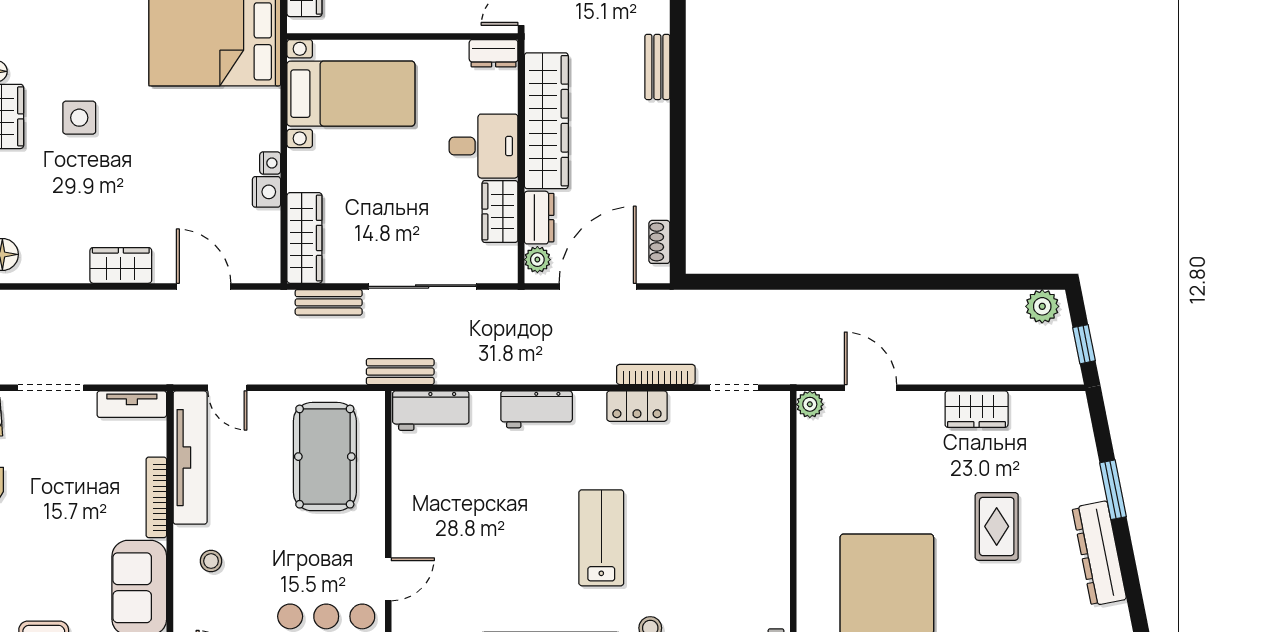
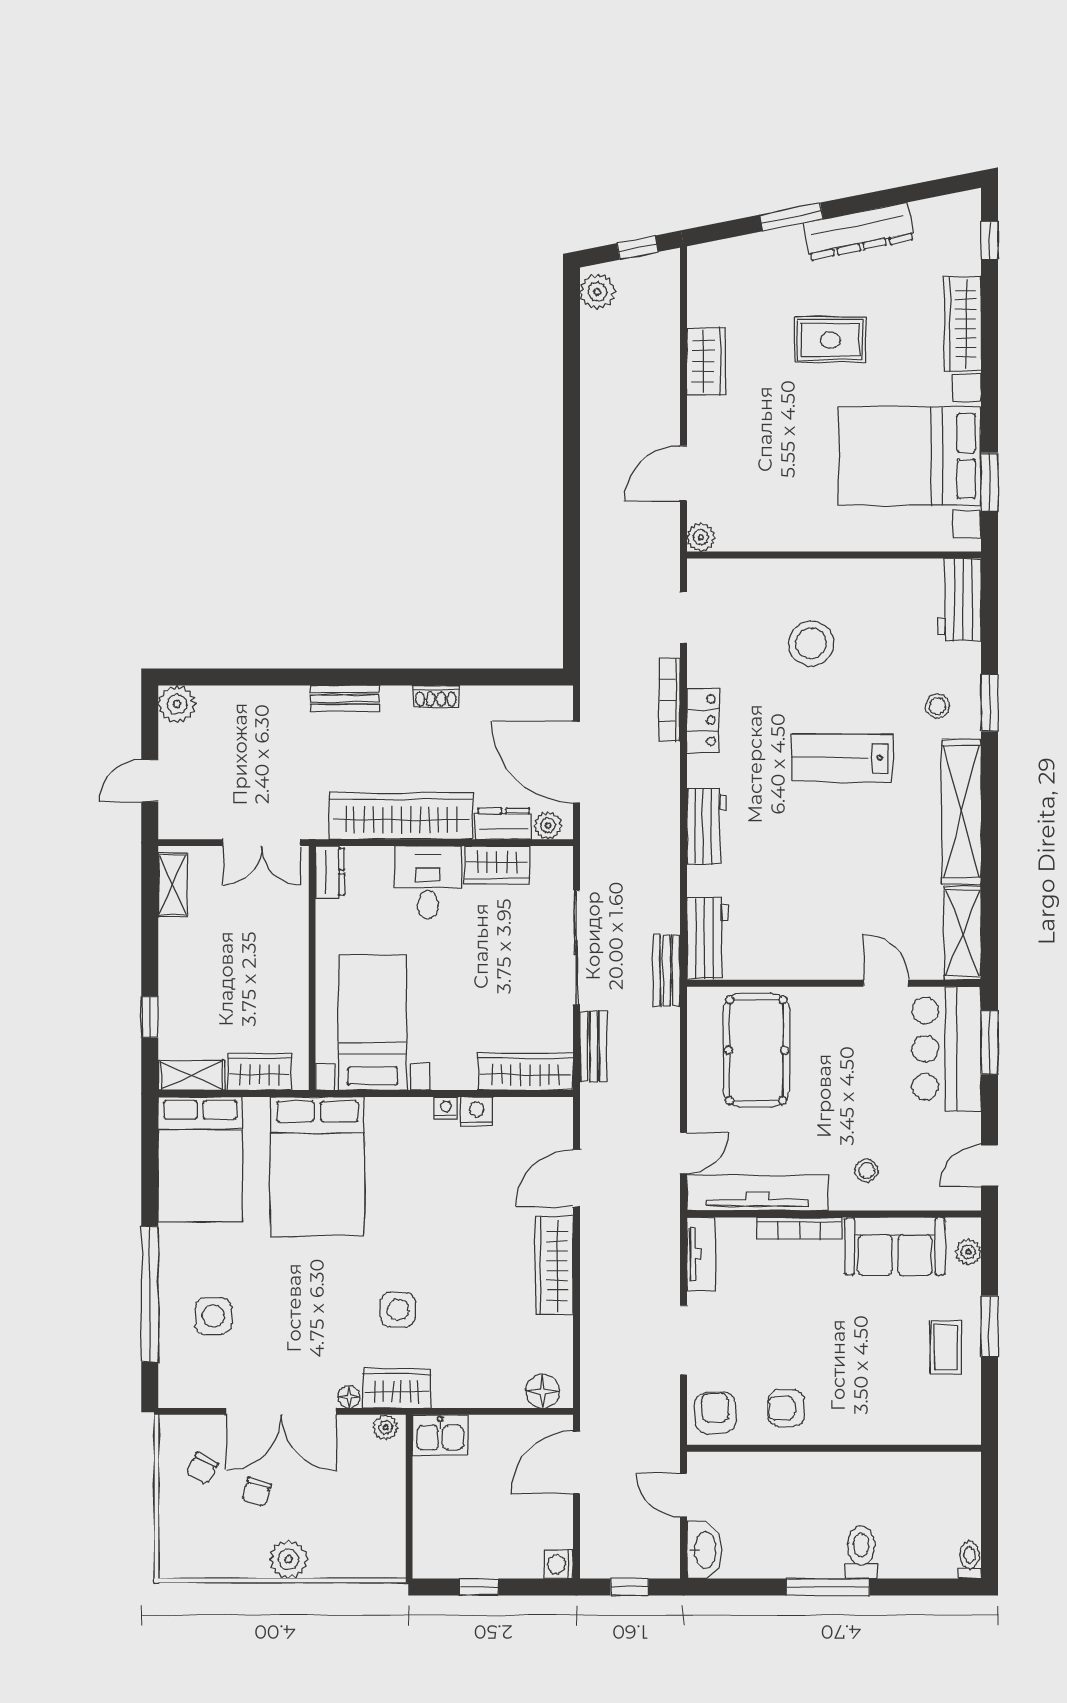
shoe rack: (659, 242) -> (436, 696), moved
wardrobe: (121, 265) -> (554, 1266), width x1.50
pool table: (325, 457) -> (756, 1050), turned 90
stool: (710, 508) -> (811, 643), added

